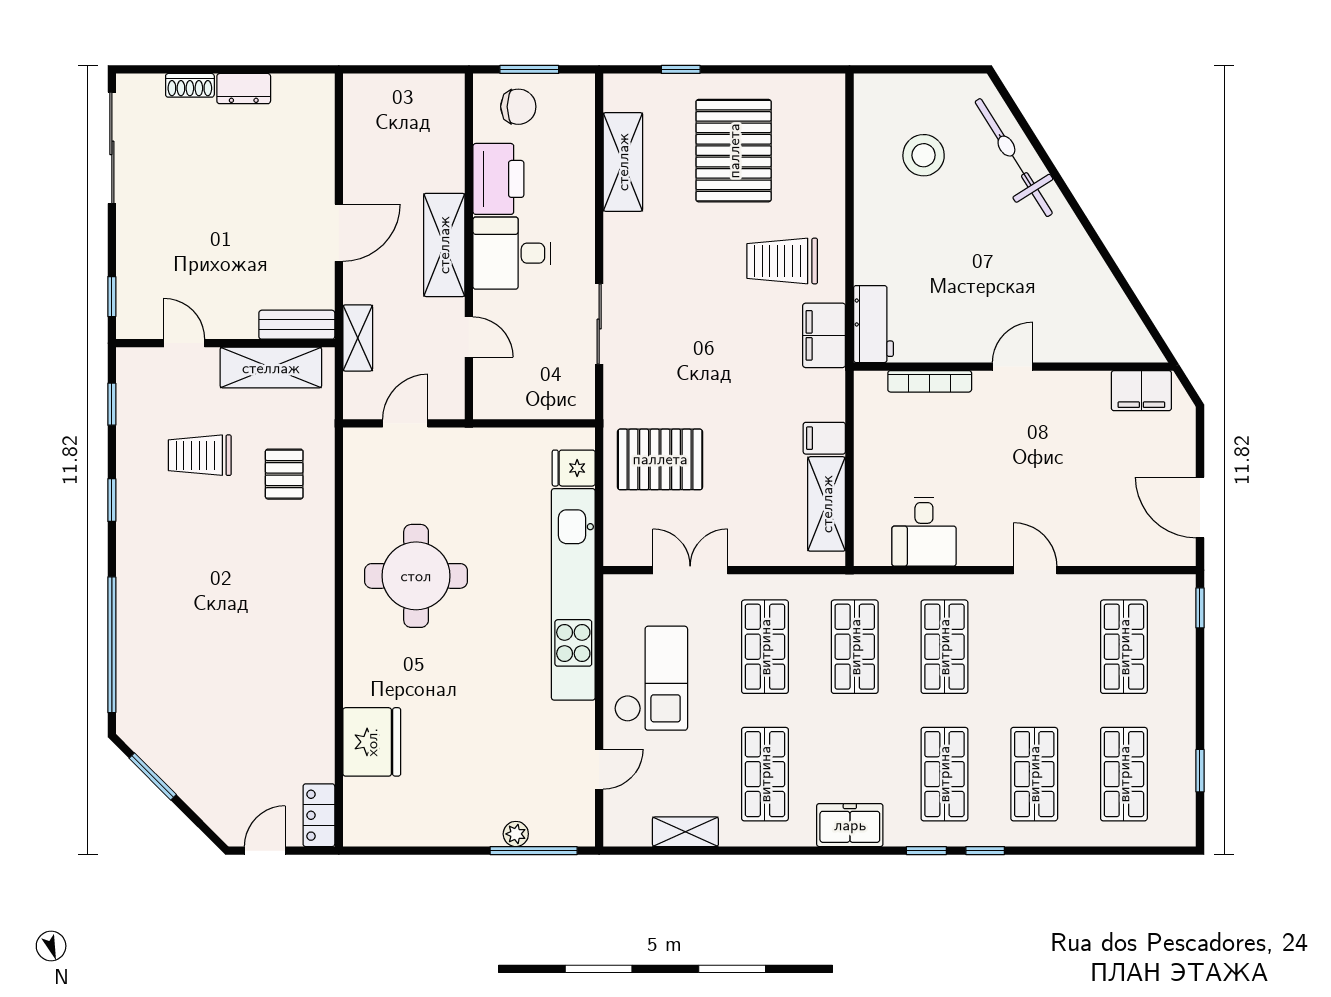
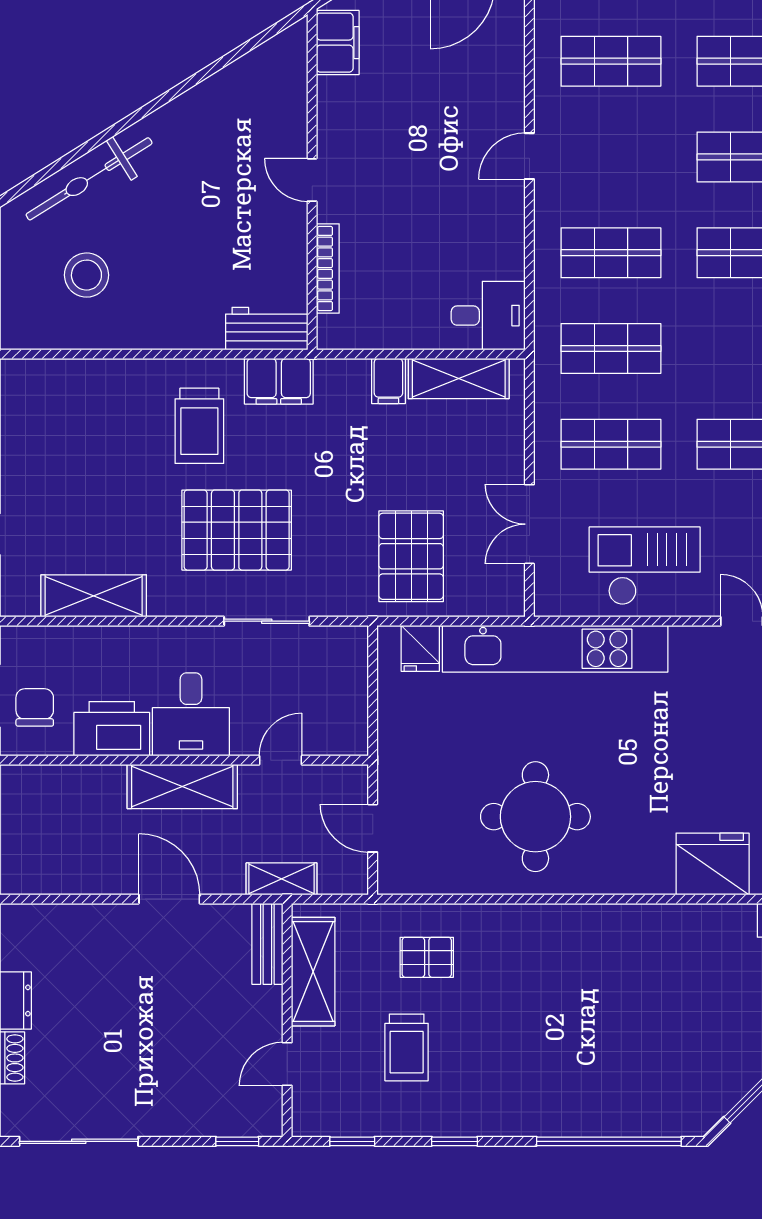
pallet: (734, 151) -> (237, 530), moved
desk: (924, 532) -> (488, 316), moved

